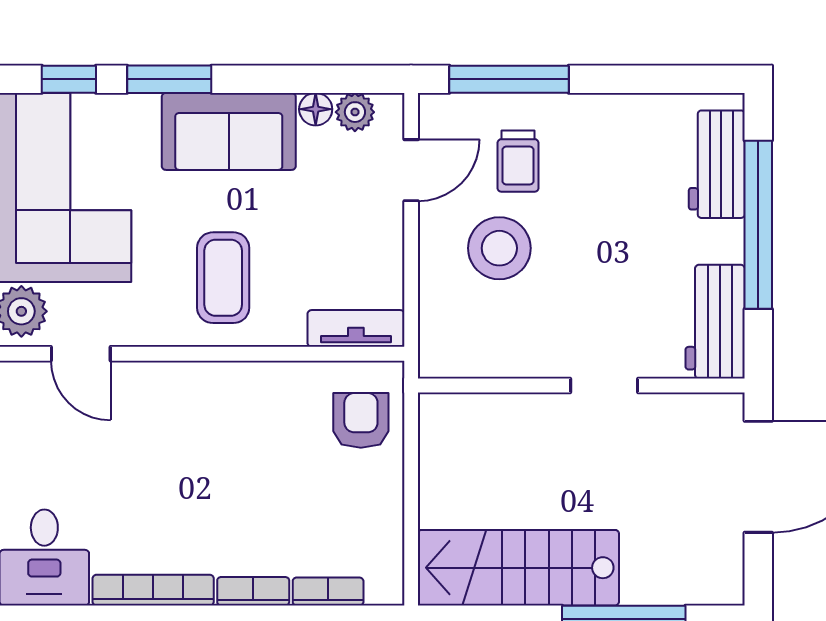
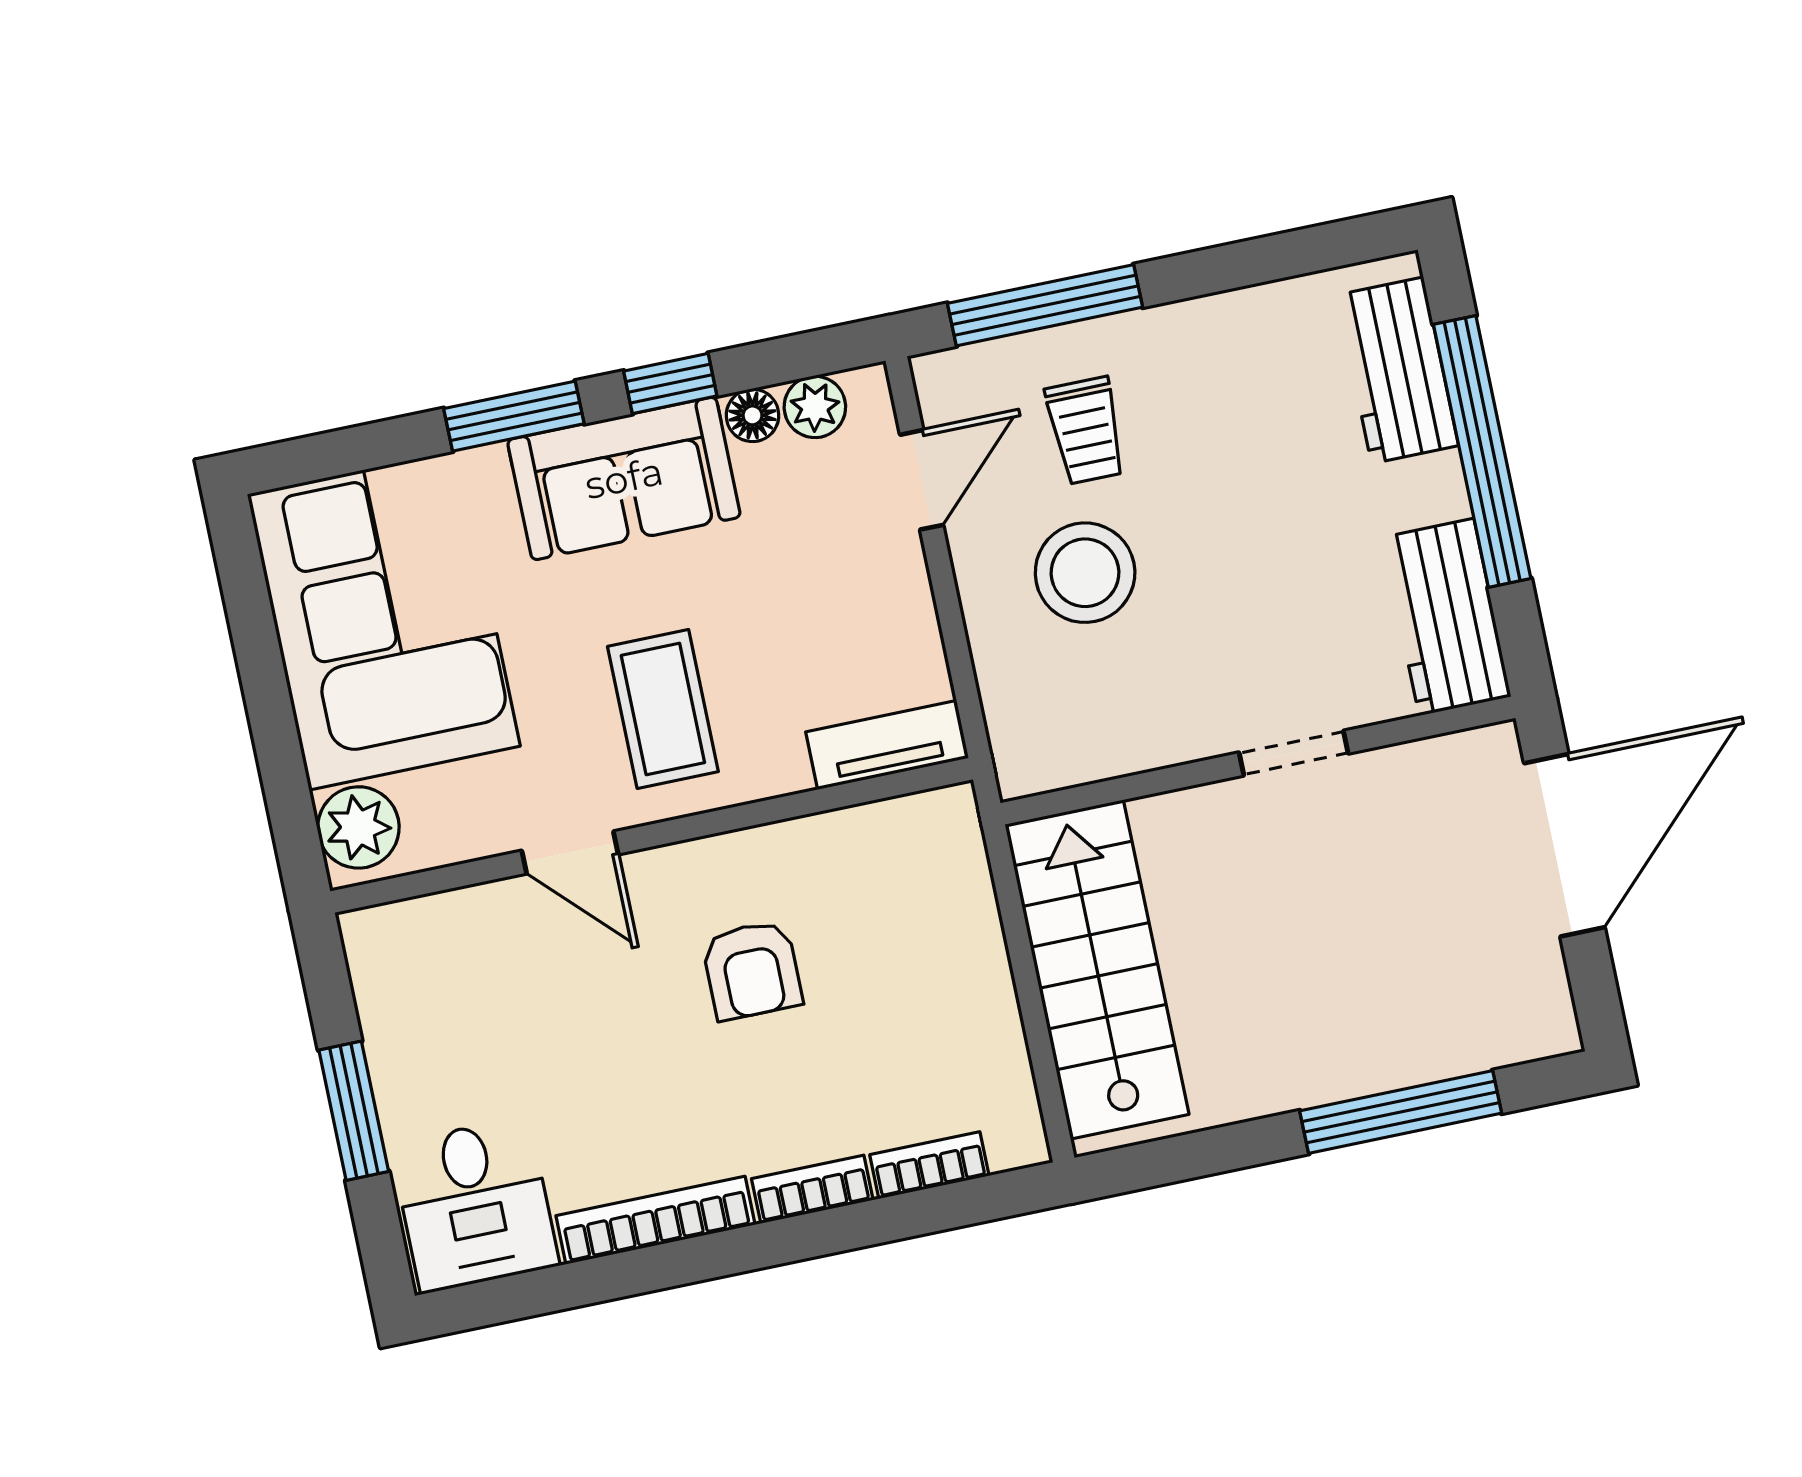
window: (69, 79) -> (670, 384), moved
door: (81, 354) -> (570, 852), moved
armchair: (361, 420) -> (752, 970), moved, turned 180
stairs: (518, 568) -> (1097, 970), moved, turned 90

